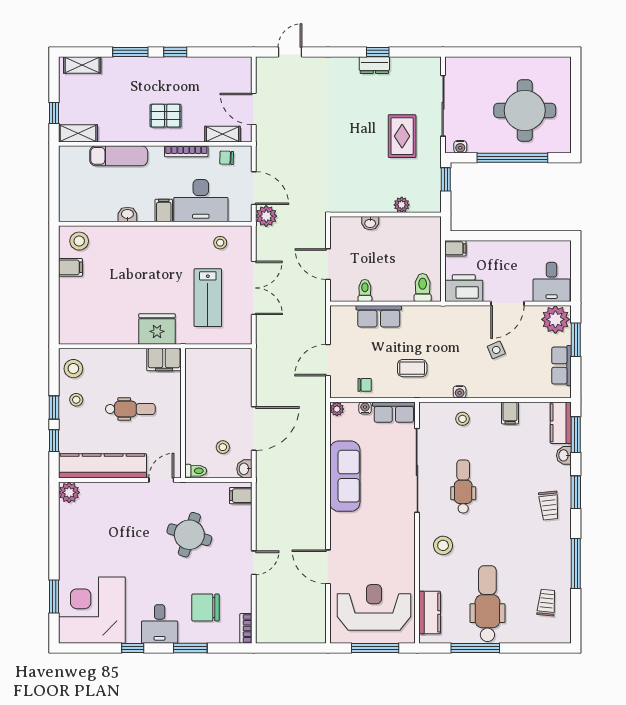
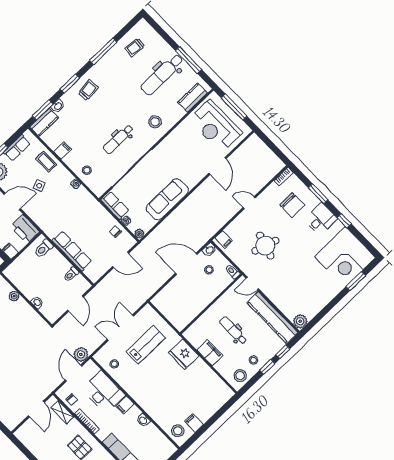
row of seats: (379, 316) -> (72, 251), width x1.48
filing cabinet: (164, 360) -> (210, 353), moved
coffee table: (412, 368) -> (46, 162), moved

